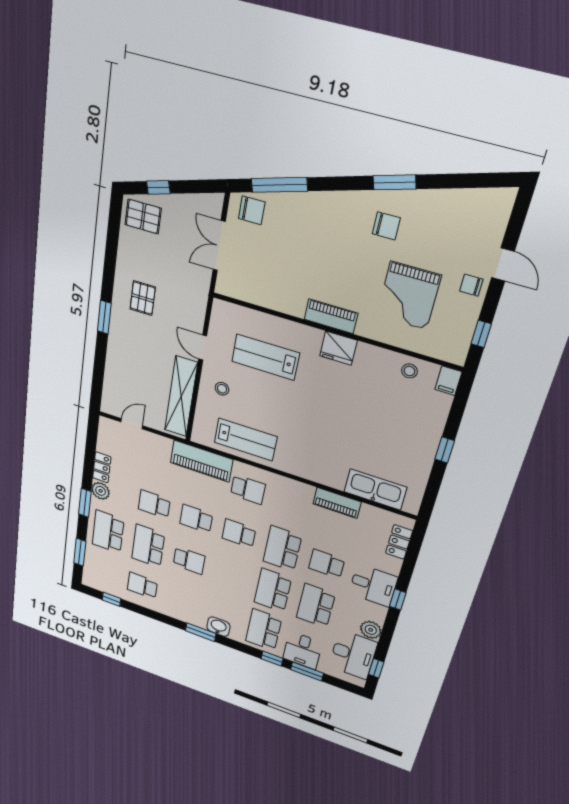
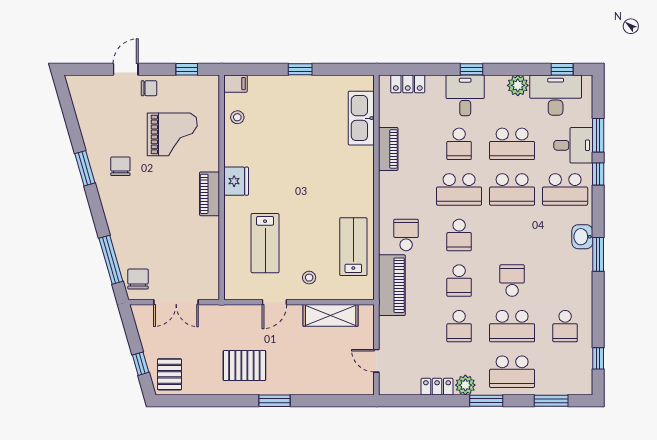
chair: (471, 285) -> (149, 88), turned -90
pallet: (143, 298) -> (244, 365), width x1.50, depth x1.42
shelving: (181, 397) -> (331, 315), width x0.68

